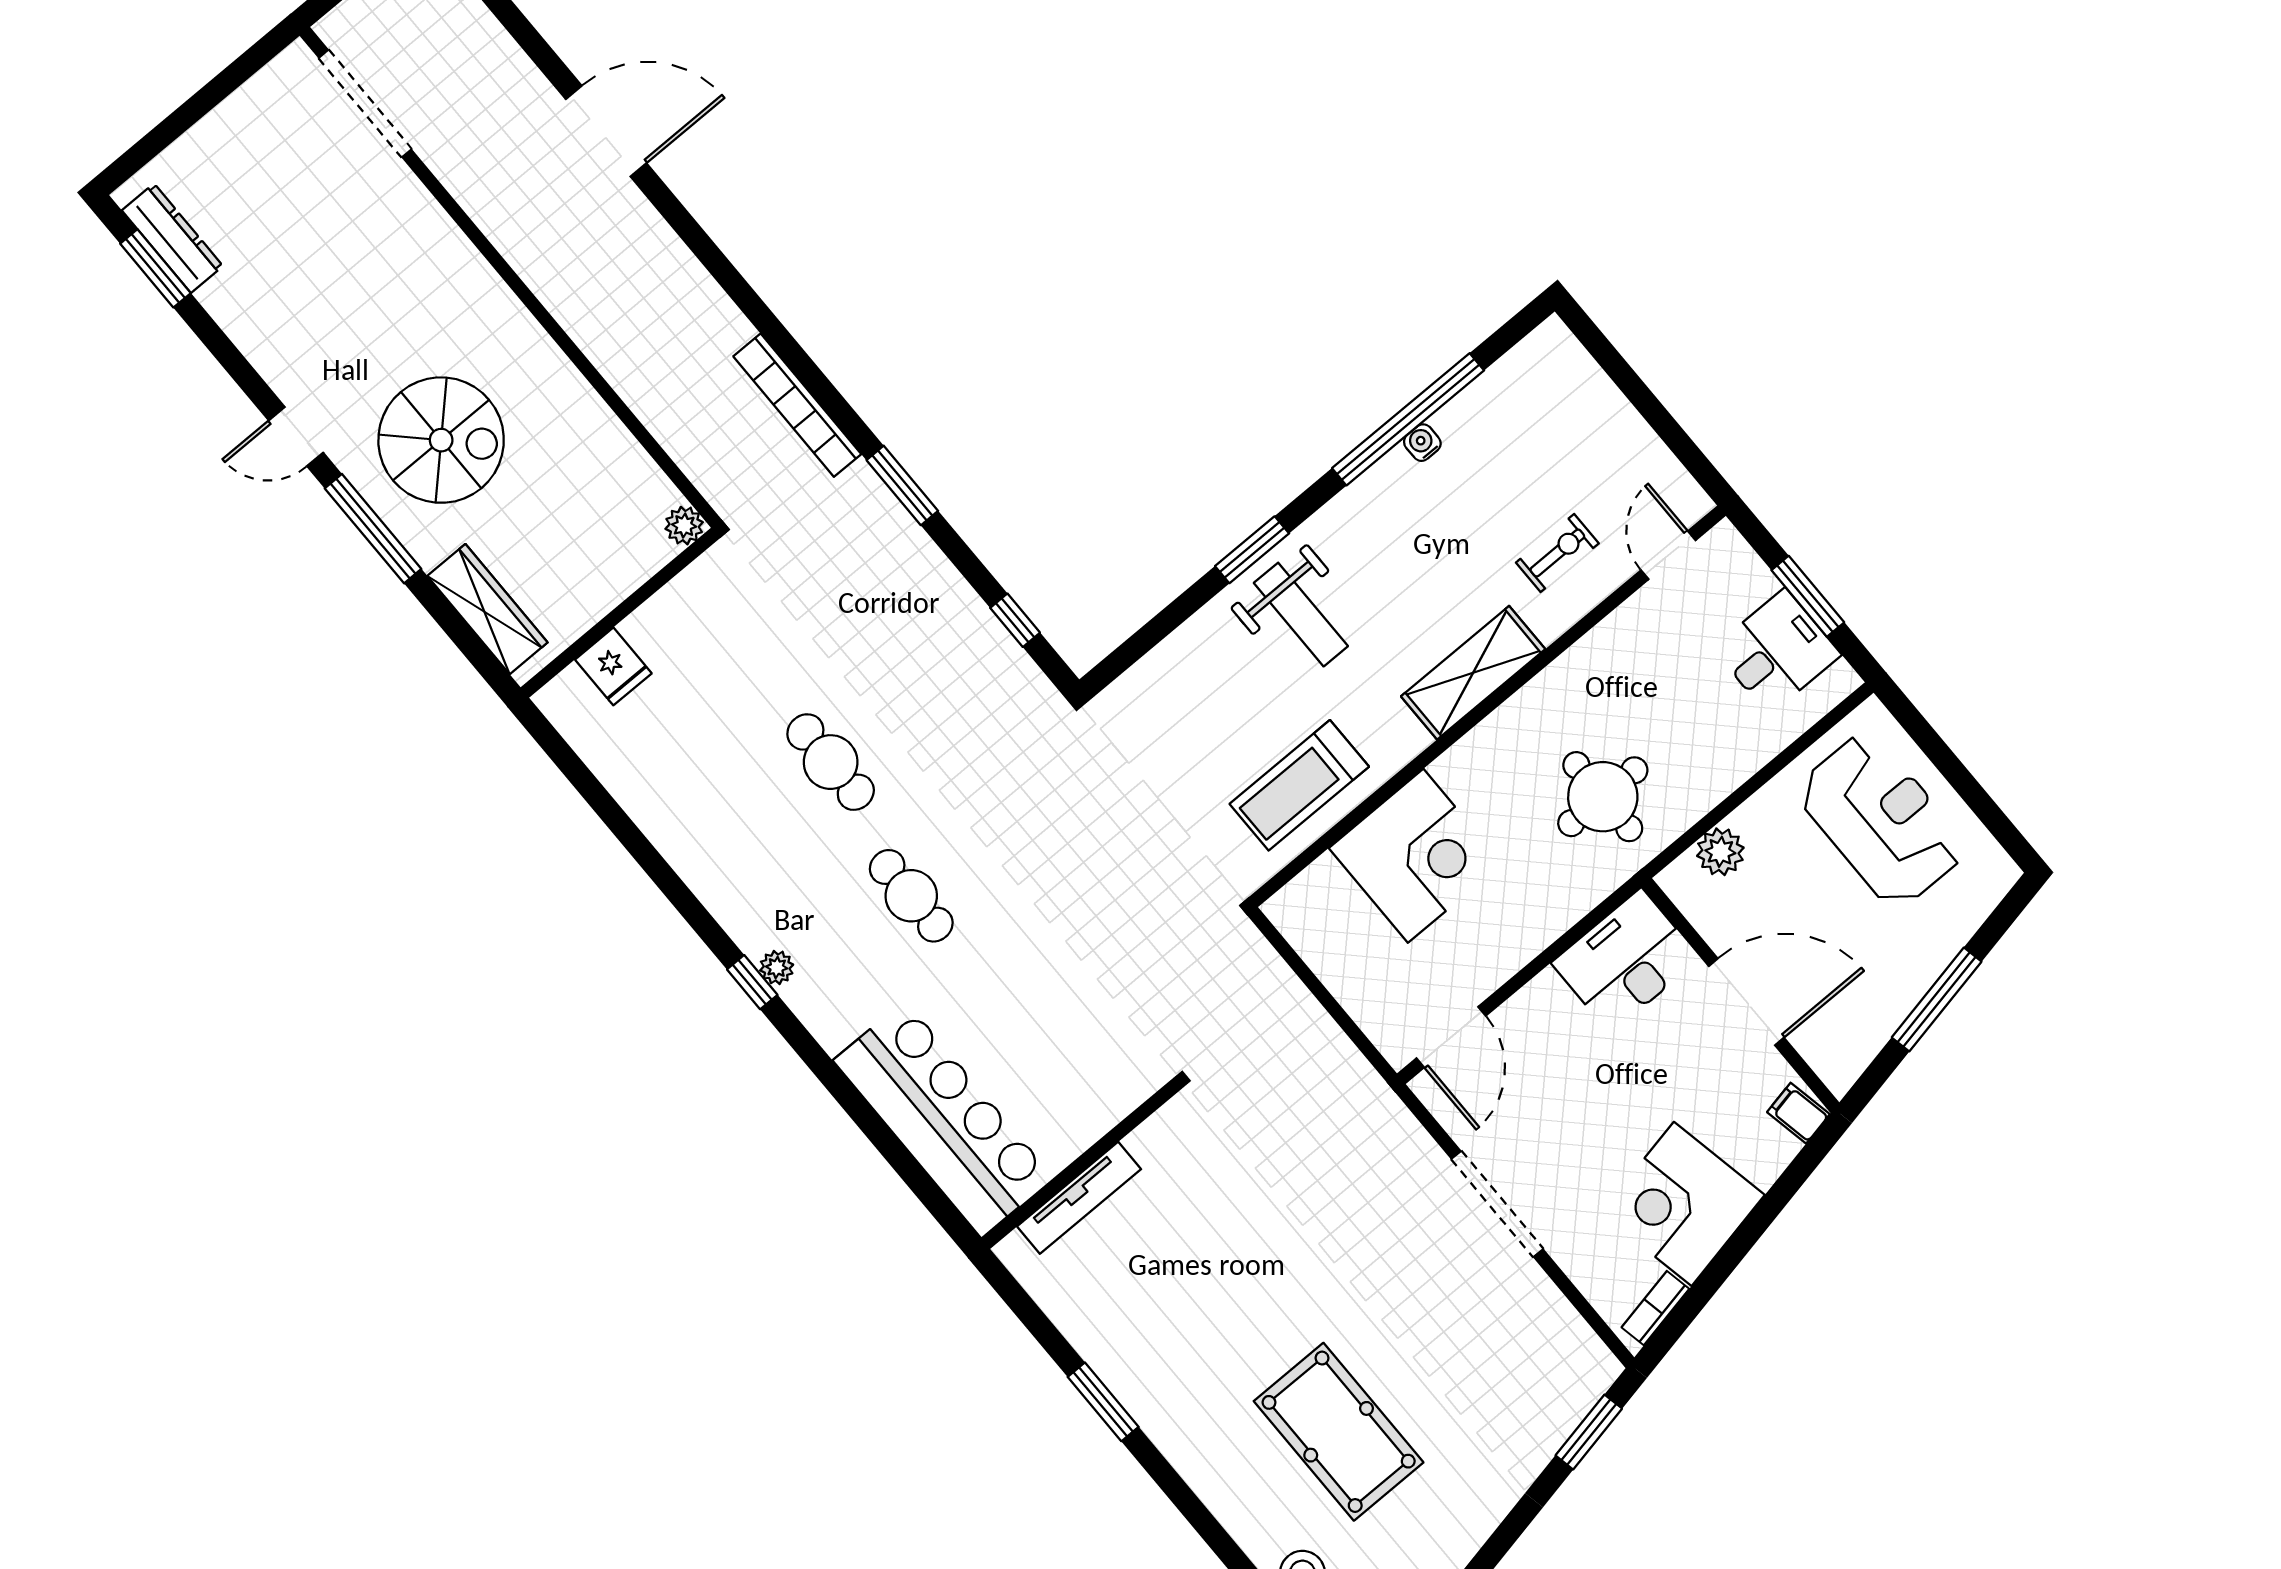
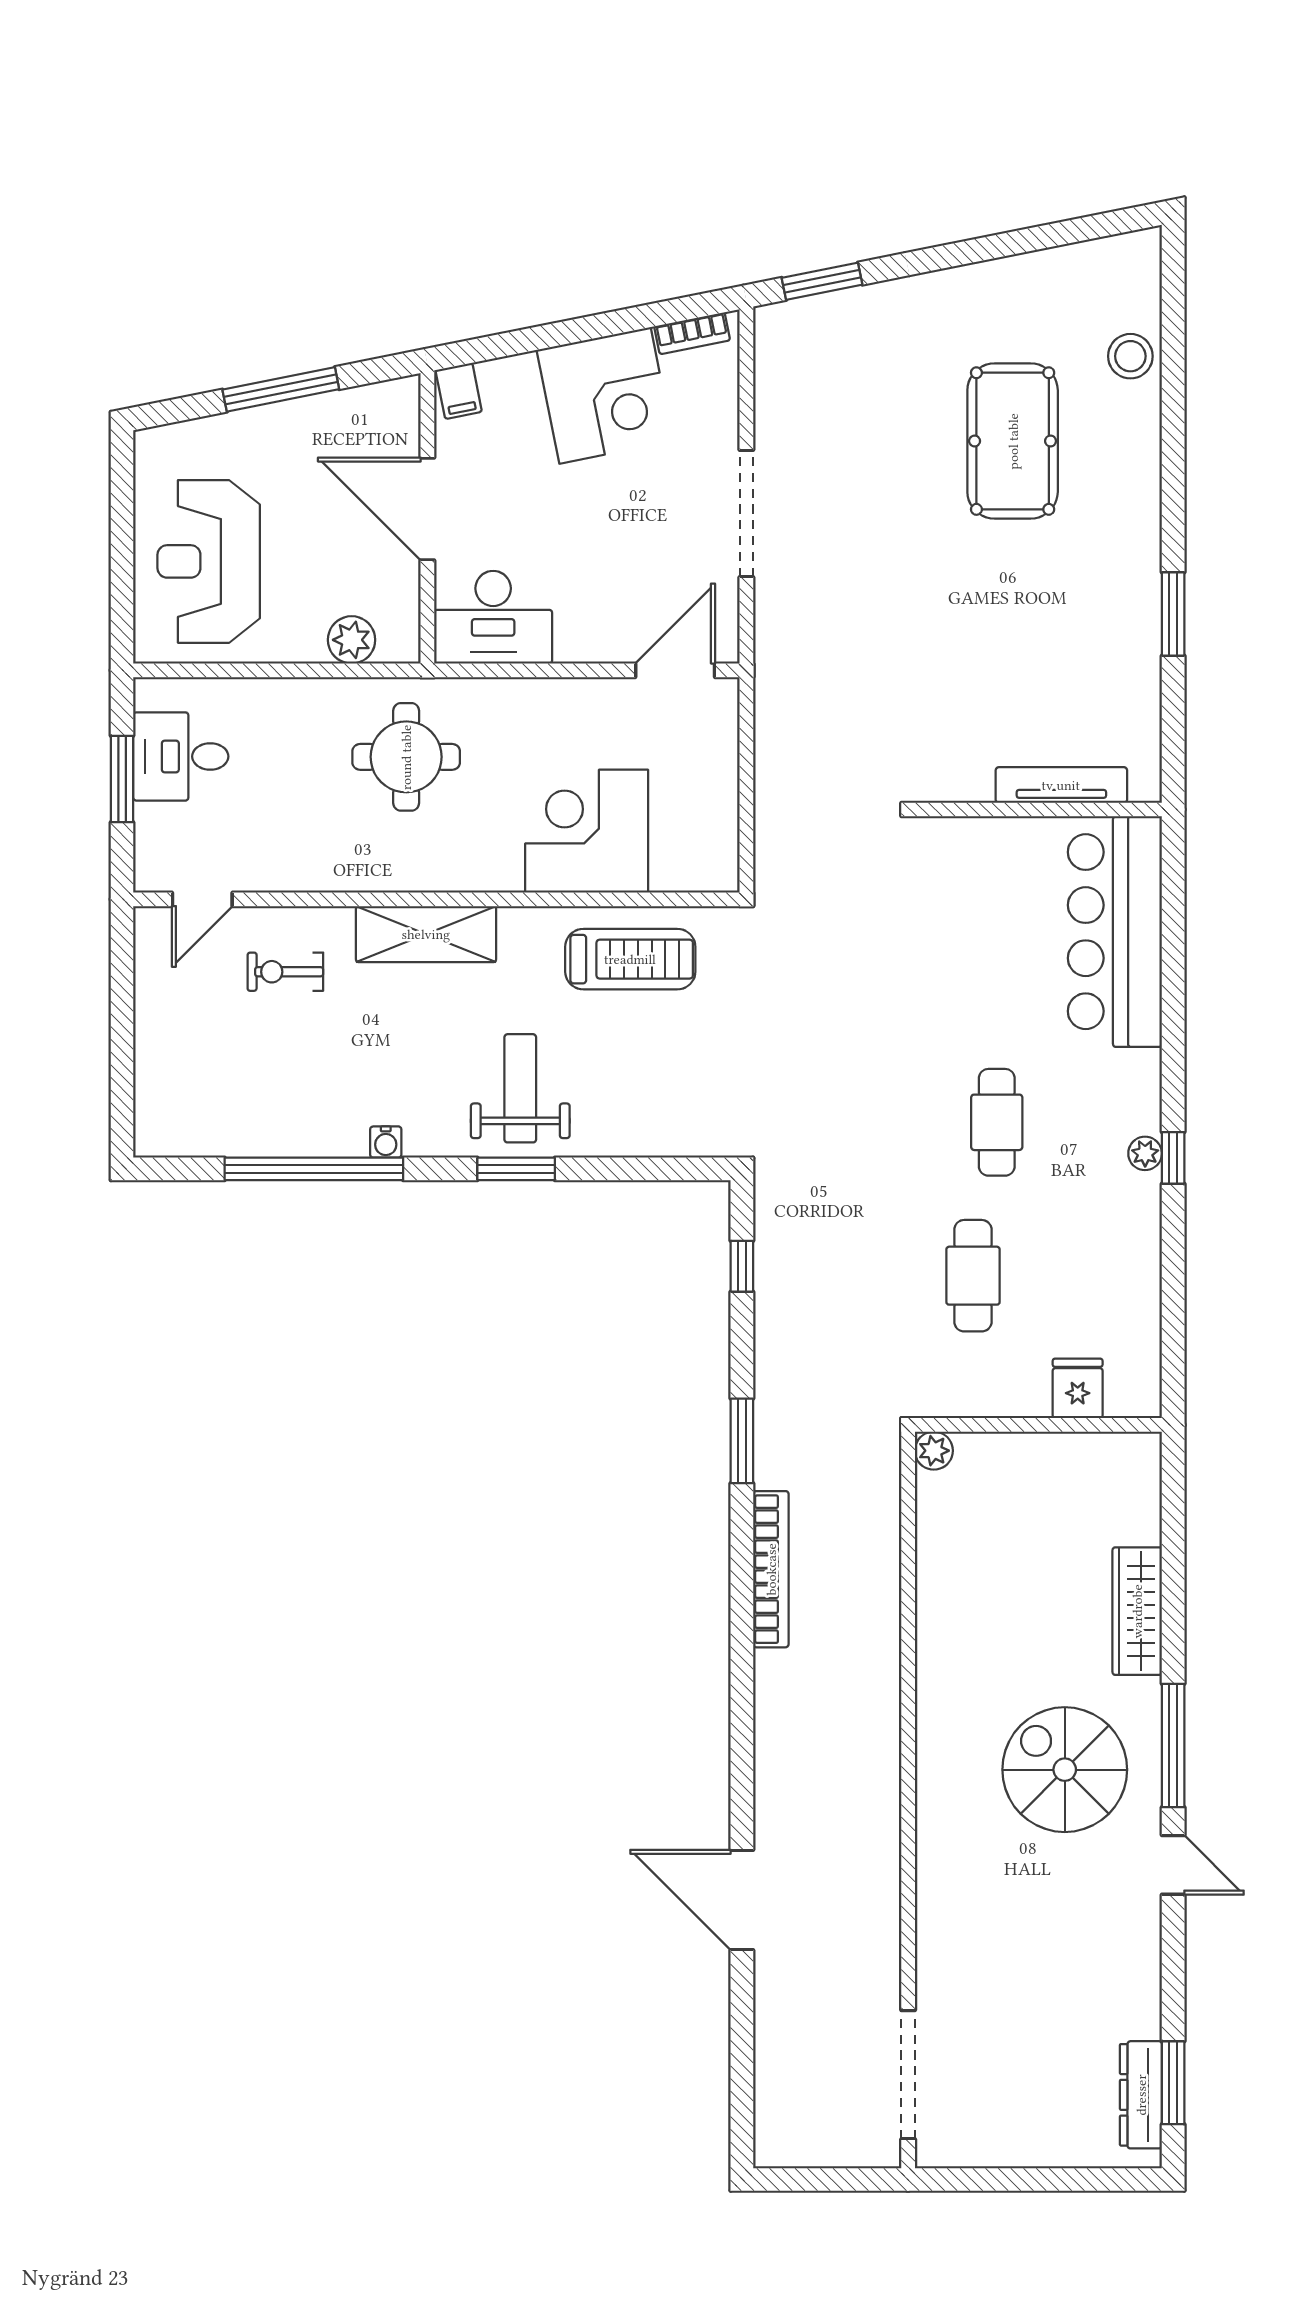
water cooler: (1422, 443) -> (386, 1142), moved
plant: (684, 526) -> (934, 1451), moved
wall: (620, 613) -> (1038, 1425), moved
fridge: (613, 666) -> (1078, 1388), moved

